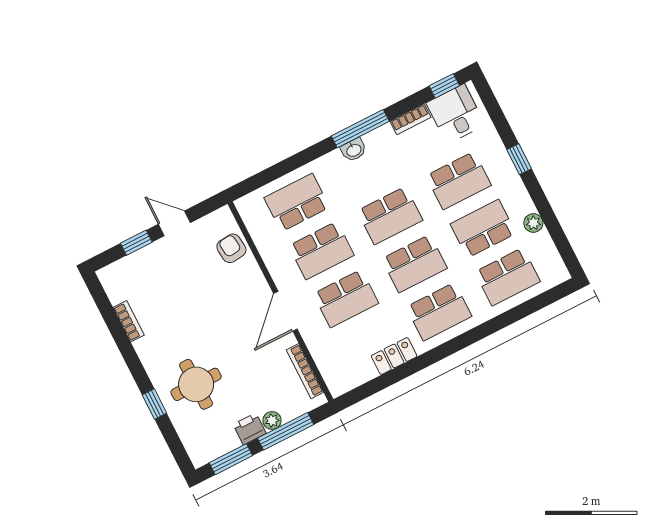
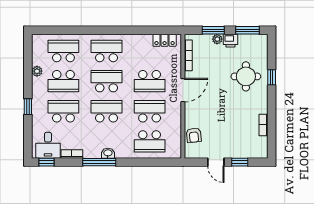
school desk: (346, 299) -> (150, 81), turned 180
locker: (394, 356) -> (165, 40), moved
window: (286, 431) -> (213, 30), width x0.69

